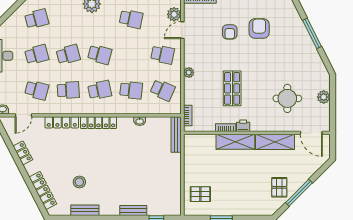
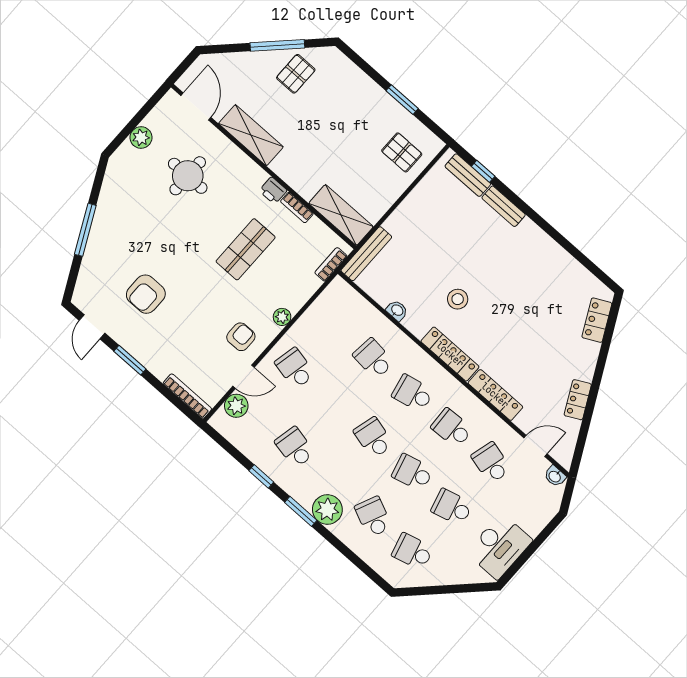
armchair: (230, 32) -> (241, 337), moved
school desk: (163, 90) -> (373, 517), moved
shelving: (235, 142) -> (341, 215), moved
stool: (79, 182) -> (458, 299), moved
locker: (43, 190) -> (597, 320), width x0.66
bench: (85, 210) -> (468, 175), moved

